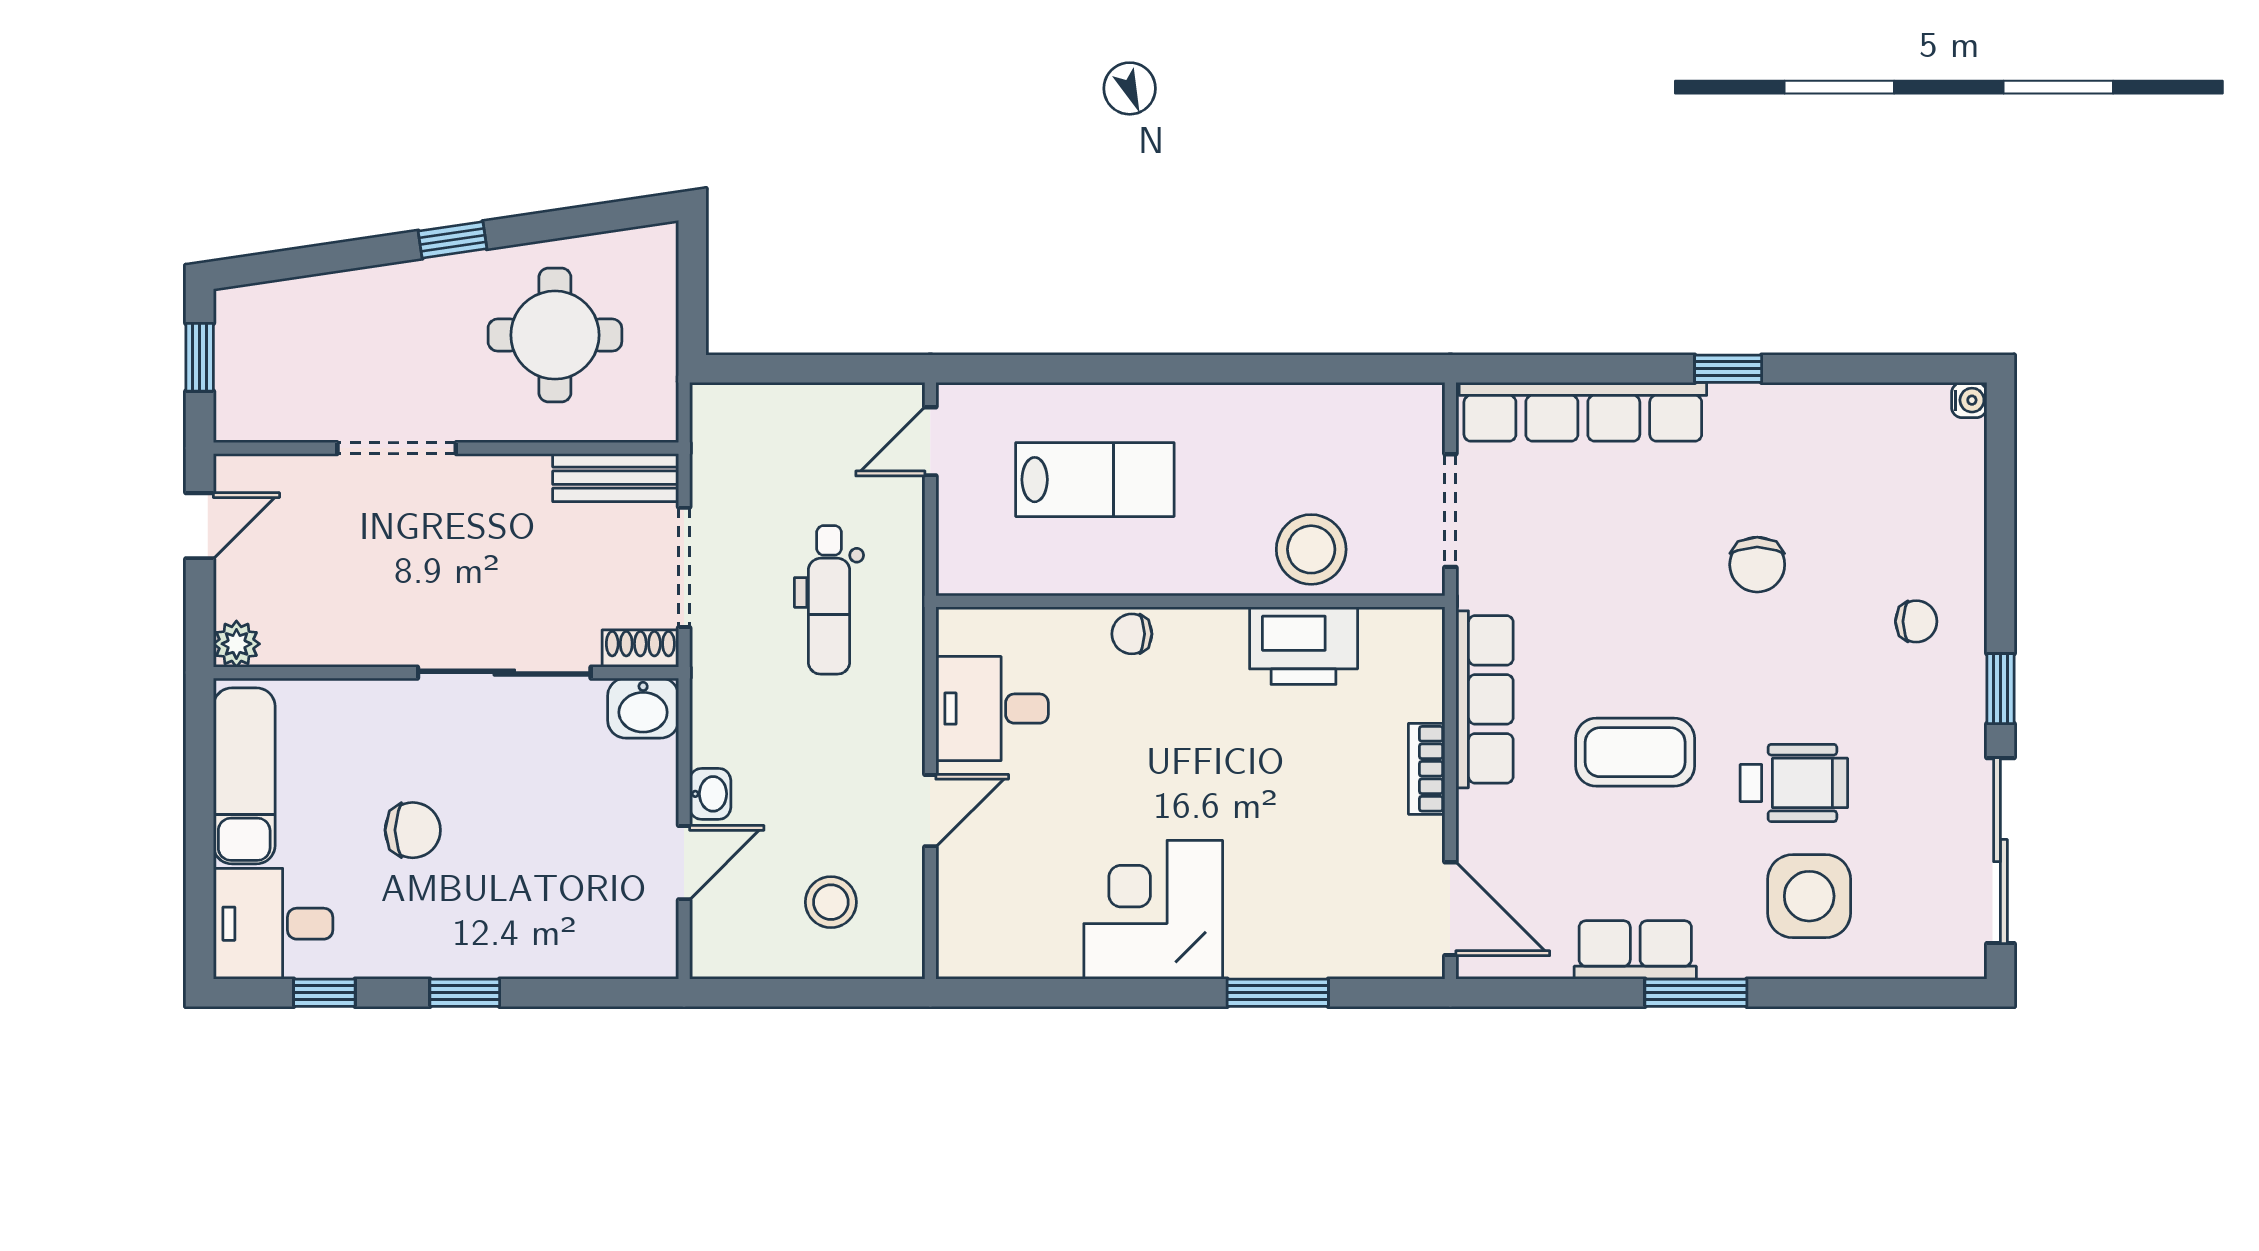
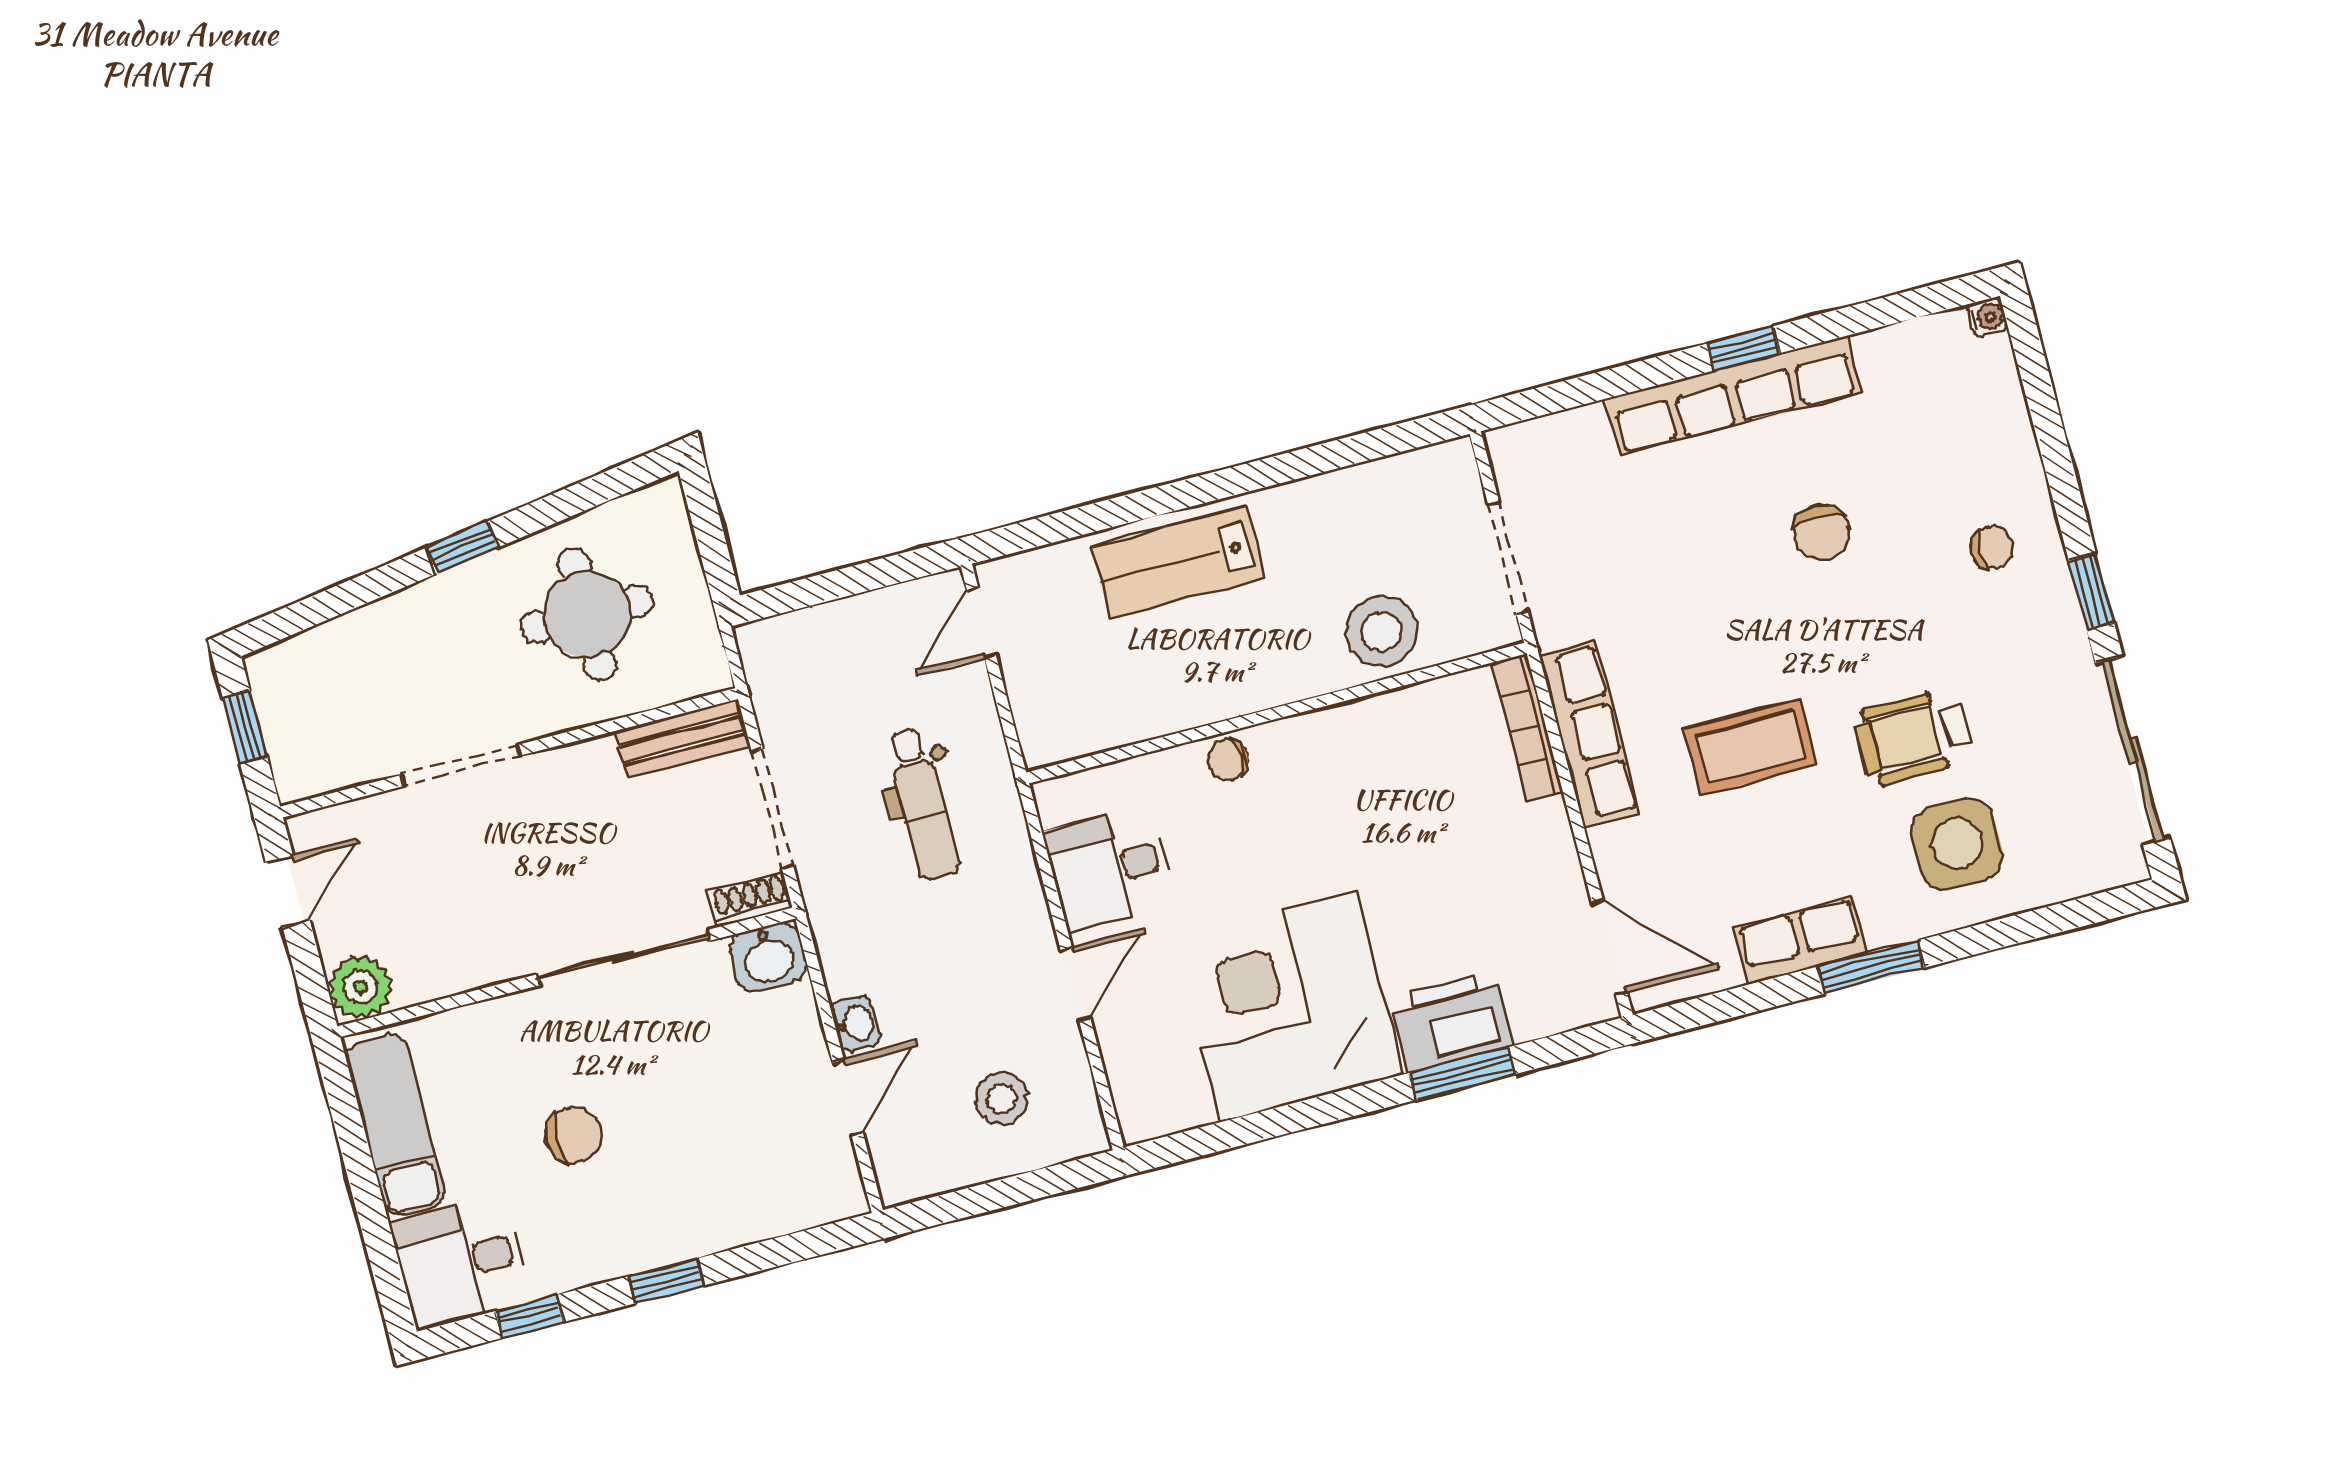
row of seats: (1583, 412) -> (1734, 396), moved
lab bench: (1095, 480) -> (1178, 562), moved, turned 180
plant: (236, 644) -> (360, 987), width x1.38, depth x1.38
printer: (1304, 646) -> (1452, 1022), moved, turned 180
bookcase: (1427, 769) -> (1527, 728), moved, width x1.56
wheelchair: (1794, 783) -> (1913, 737), turned 180
corner desk: (1153, 910) -> (1288, 1006), width x1.36, depth x1.36

